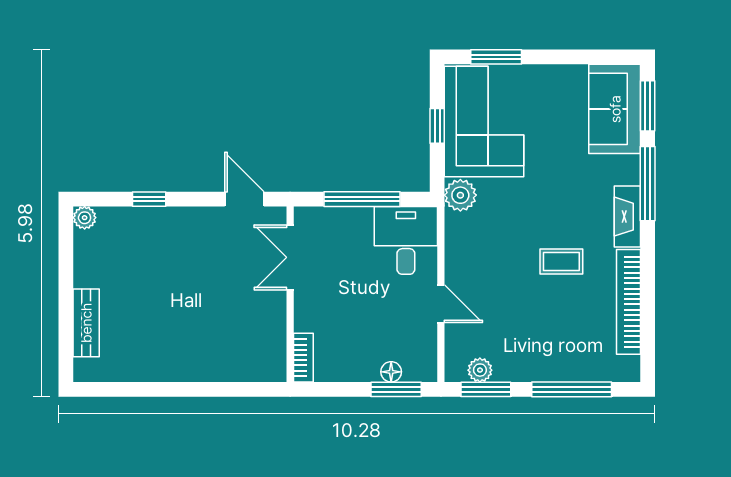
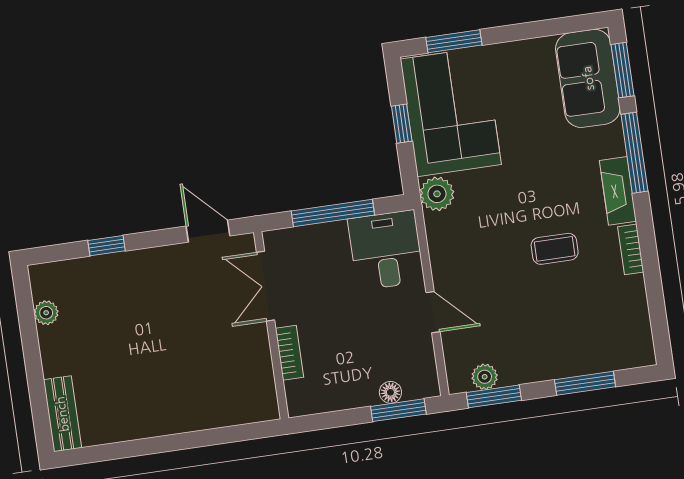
plant: (85, 218) -> (46, 313), moved
bookcase: (629, 302) -> (631, 249), width x0.43, depth x0.76
bench: (86, 323) -> (62, 414), moved
bookcase: (303, 358) -> (289, 353), moved
window: (572, 389) -> (585, 383), width x0.69

